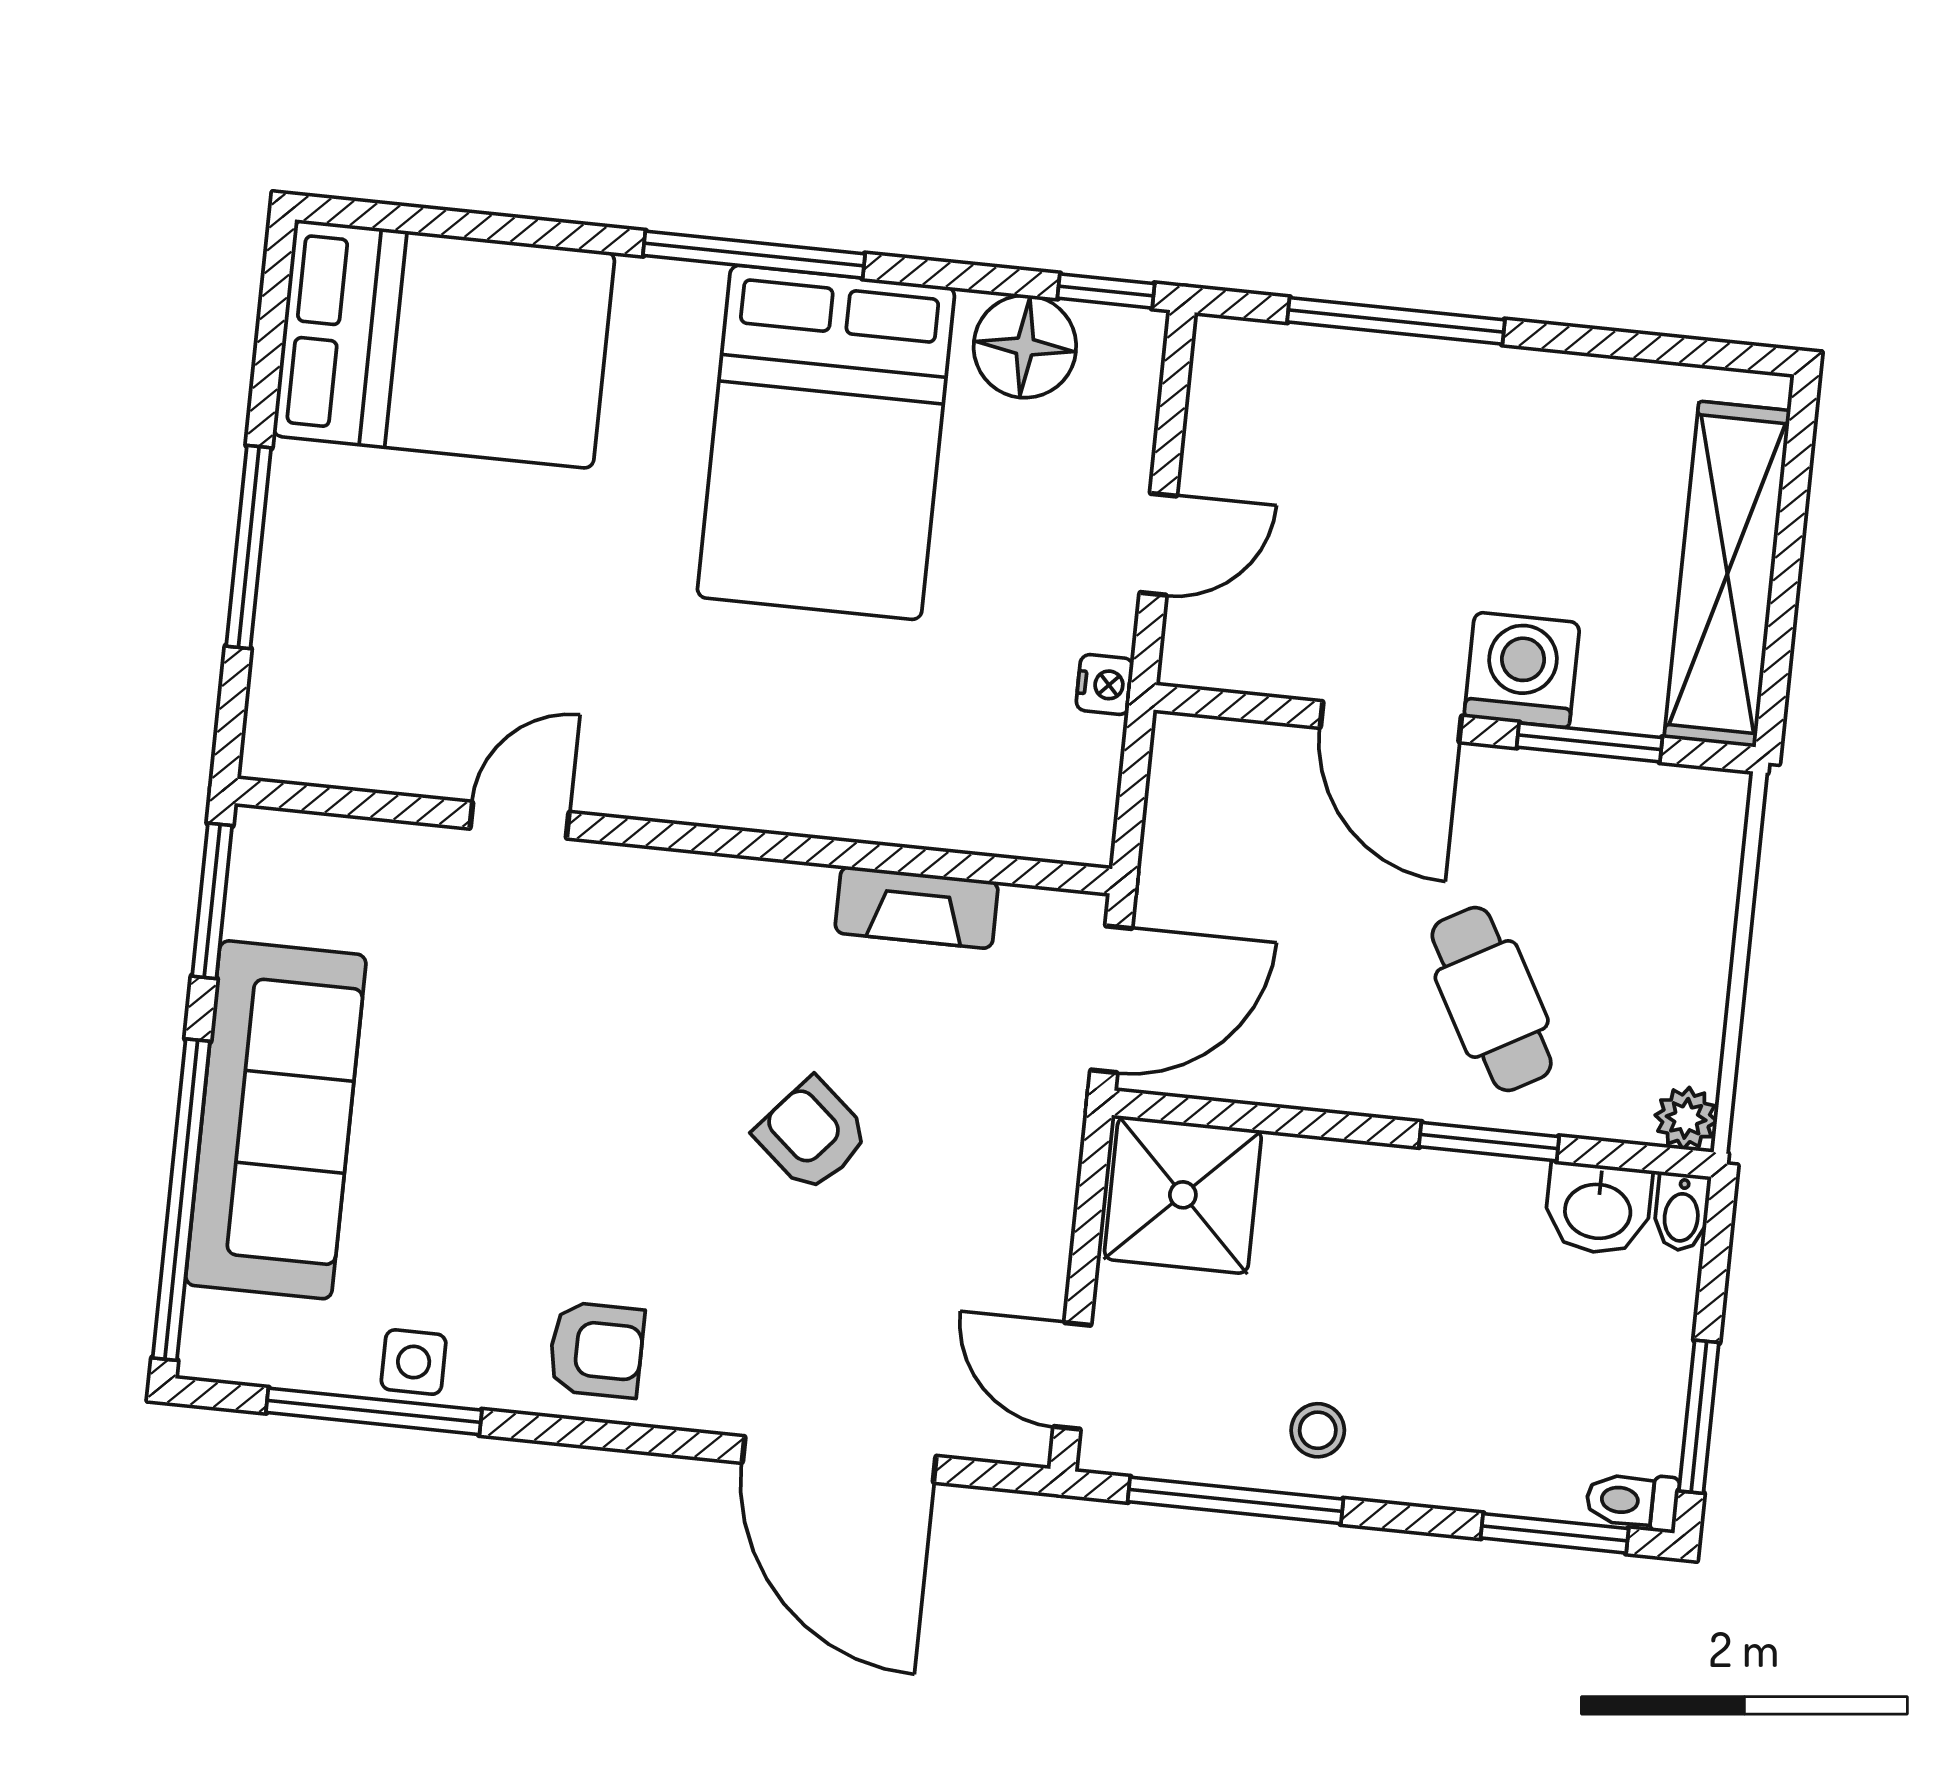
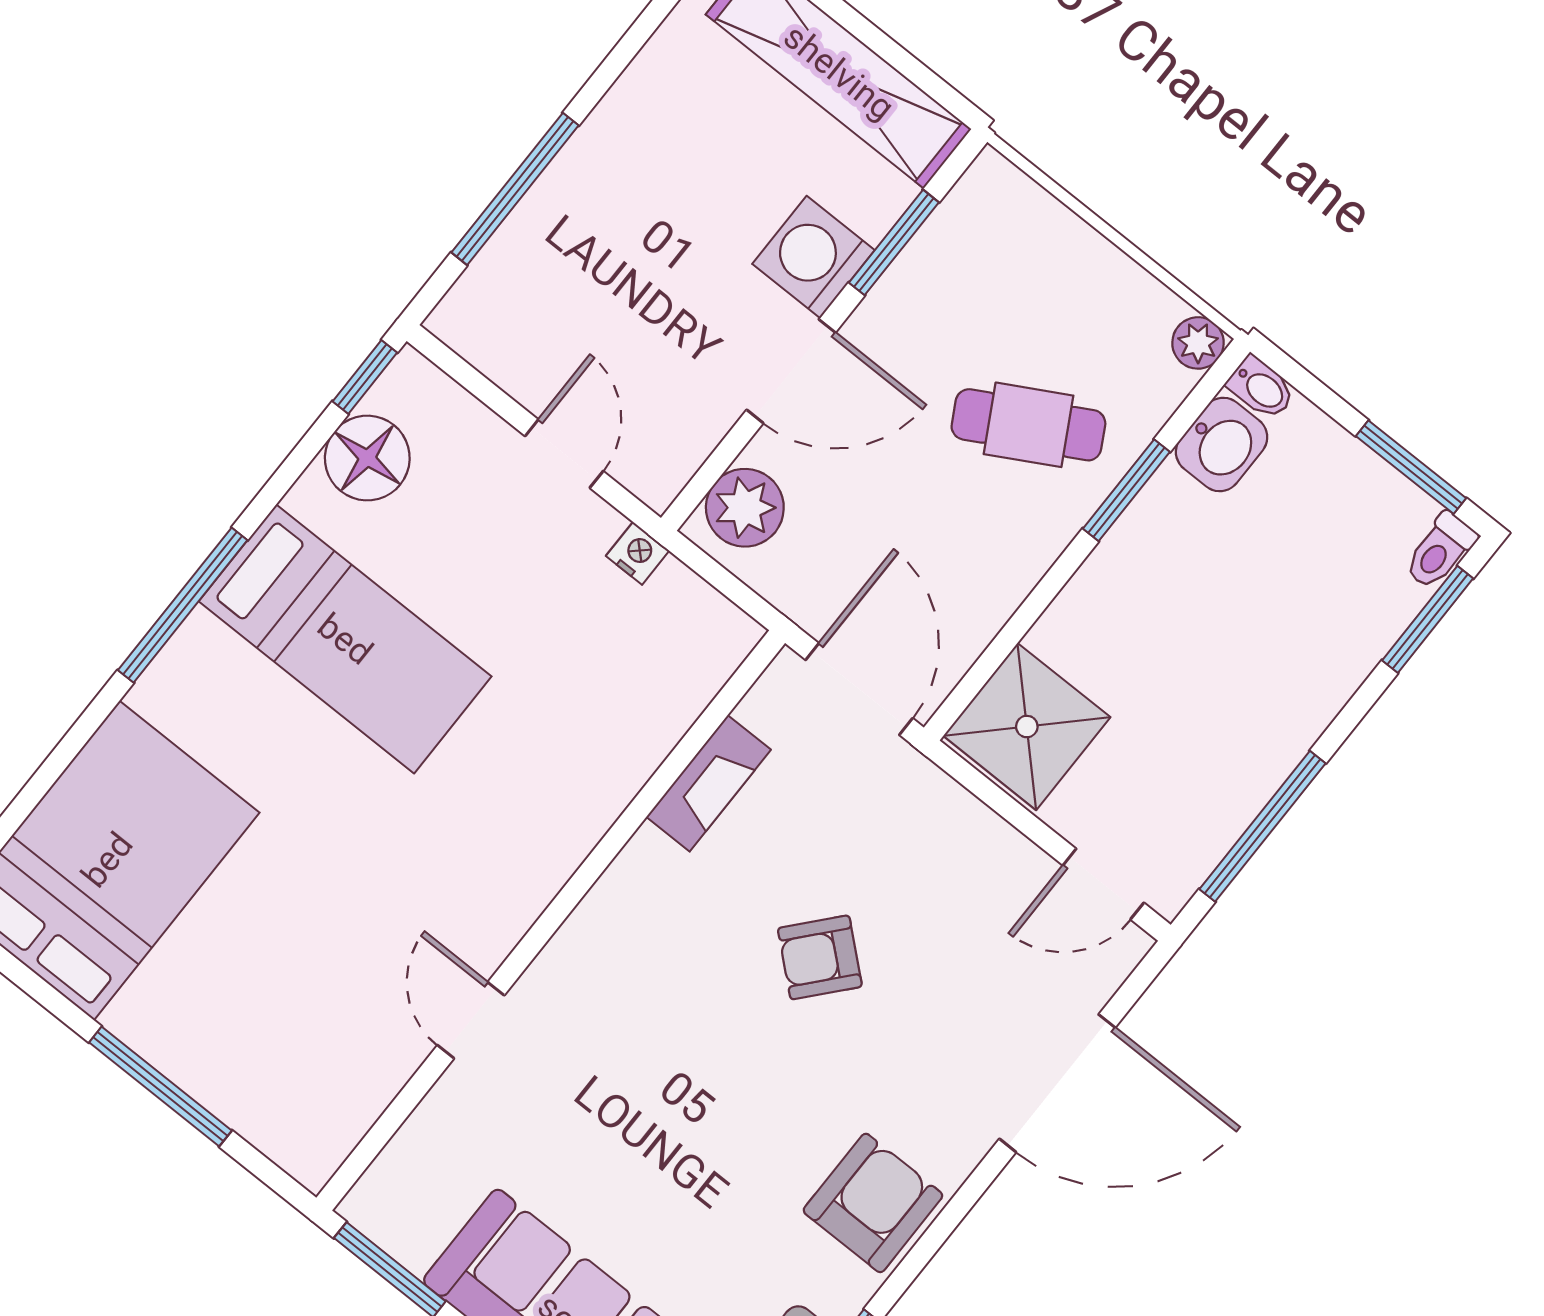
bed: (826, 442) -> (345, 639), width x0.67
plant: (1221, 764) -> (745, 508), added
armchair: (596, 1350) -> (873, 1203), width x1.38, depth x1.38
stool: (1318, 1430) -> (1250, 738), removed

